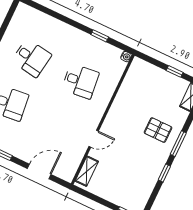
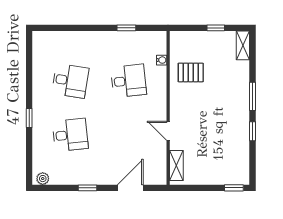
water cooler: (126, 57) -> (162, 60), moved
pallet: (158, 130) -> (191, 72), moved
door: (94, 139) -> (168, 131), swing flipped

